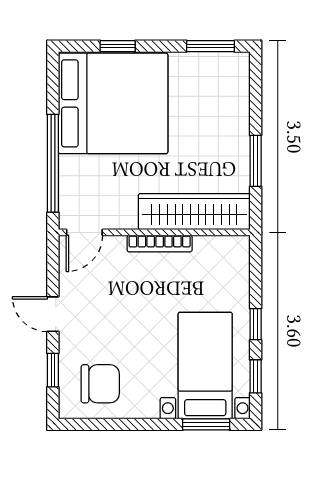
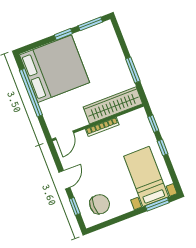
window: (118, 46) -> (63, 34), moved
window: (53, 163) -> (31, 93), moved
door: (53, 314) -> (64, 180), swing flipped
window: (256, 376) -> (153, 124), moved

